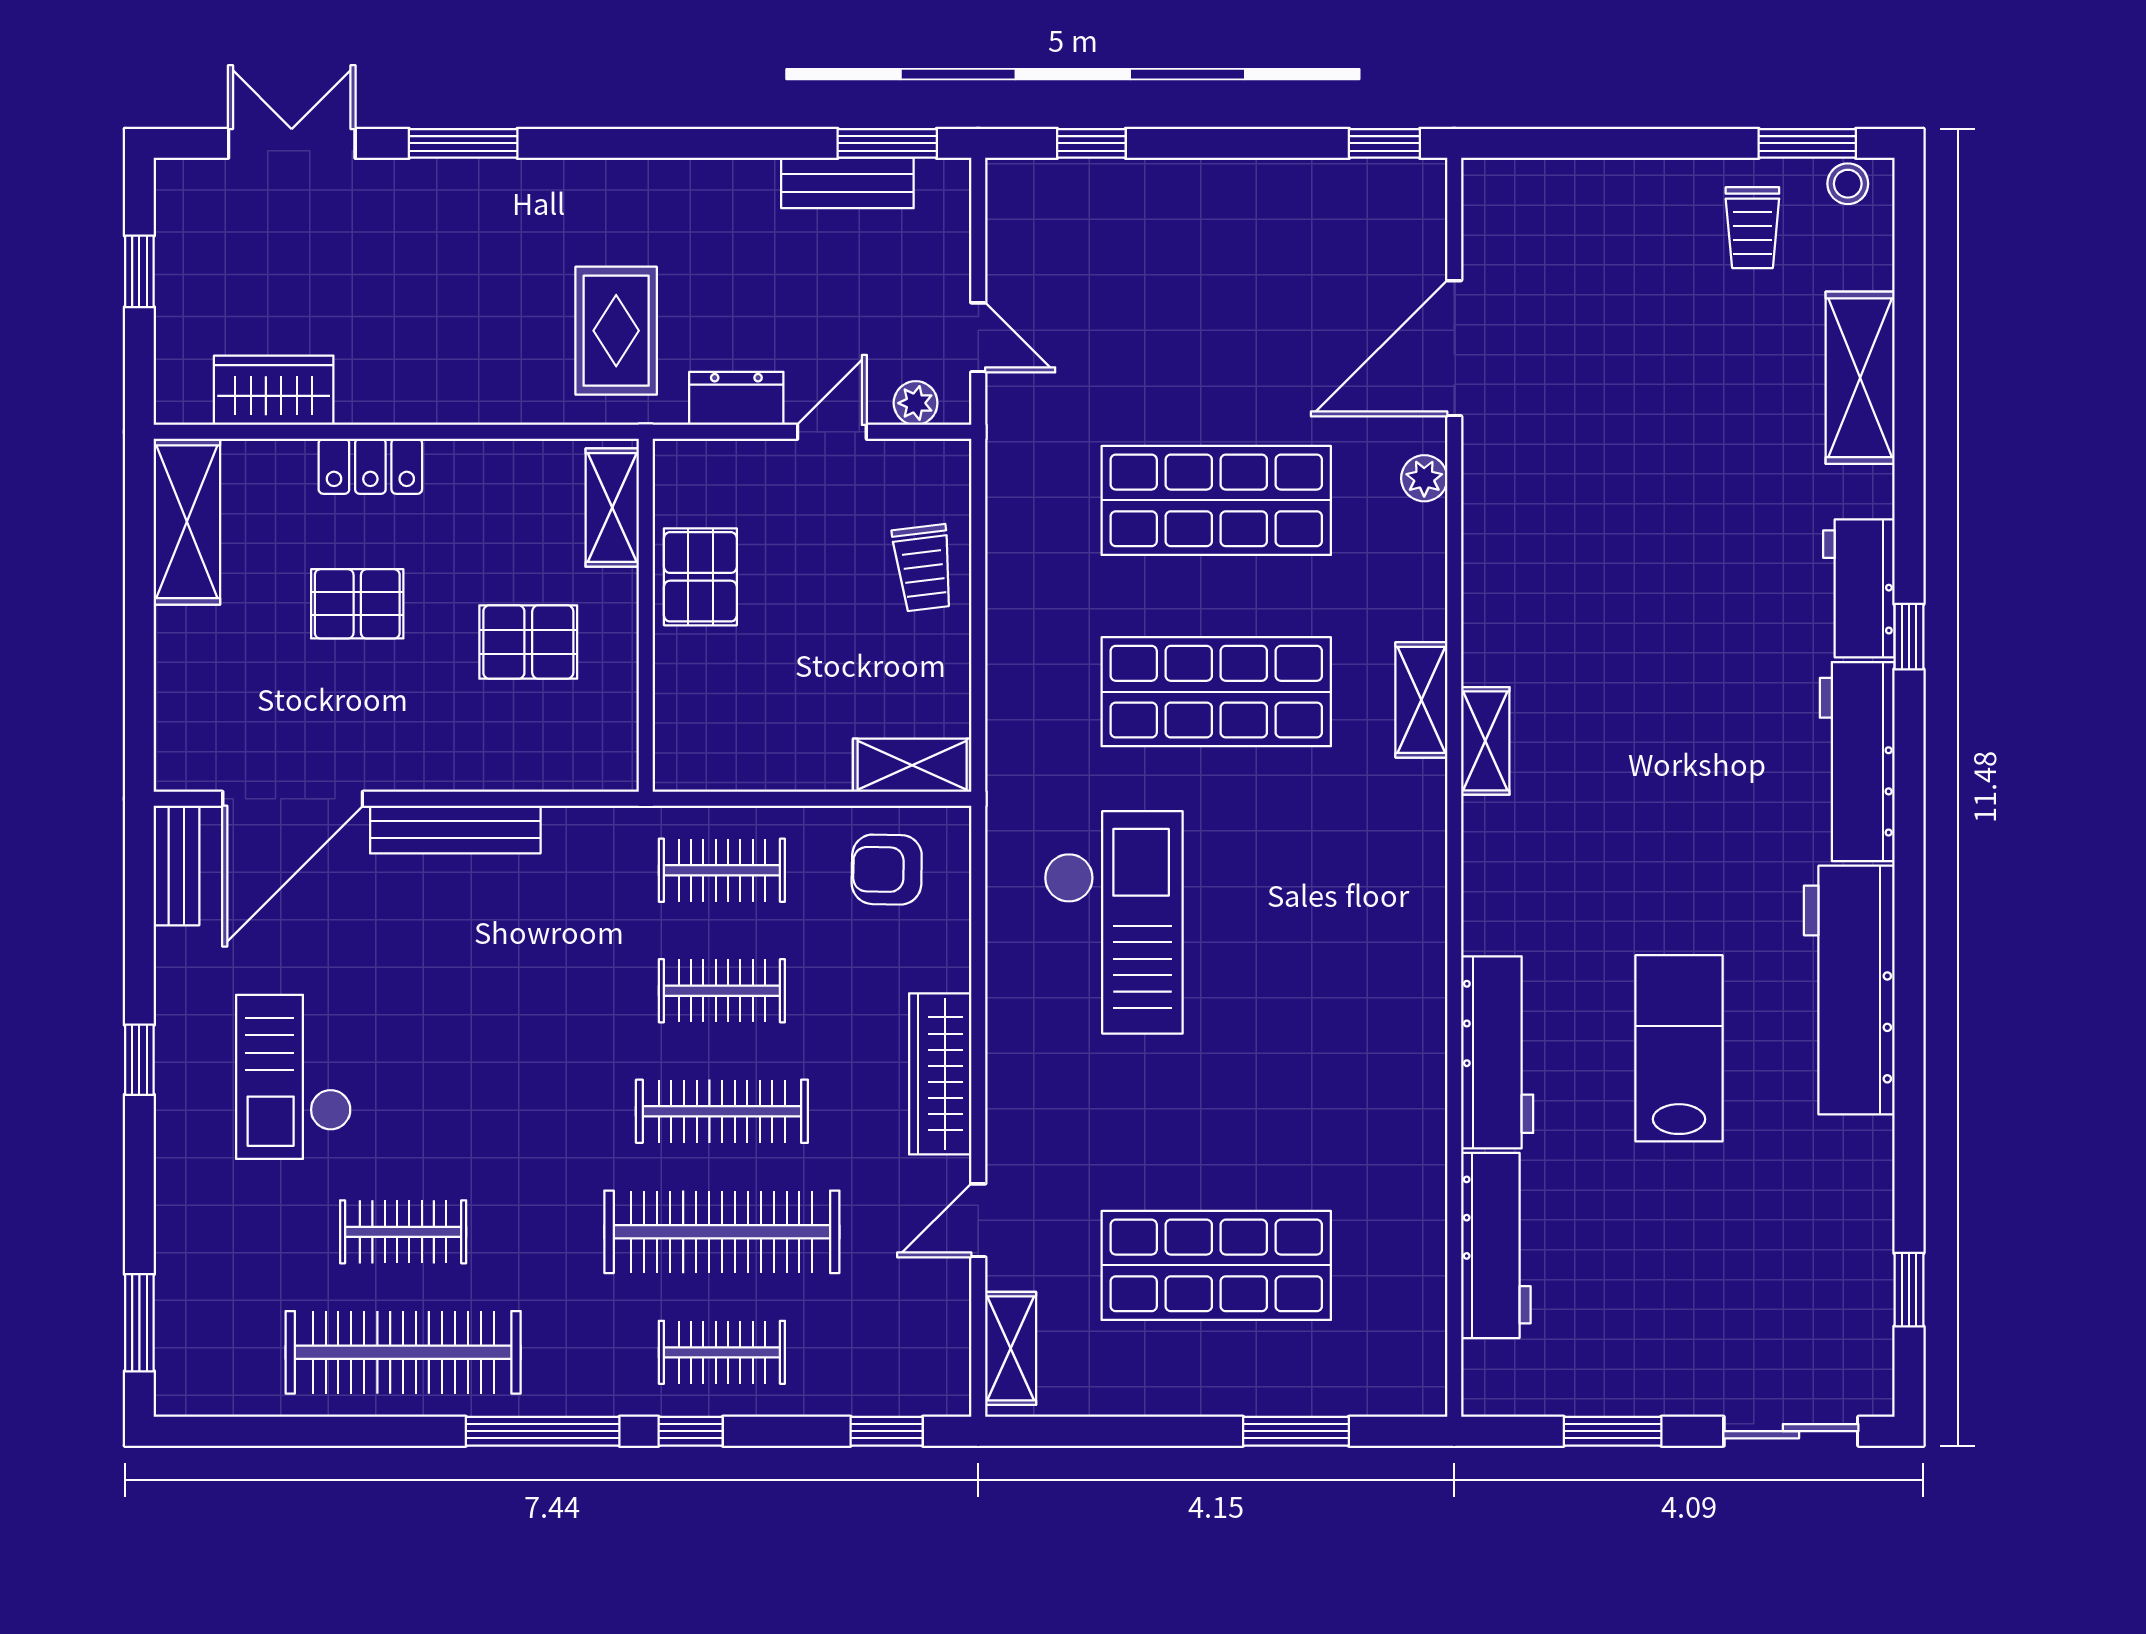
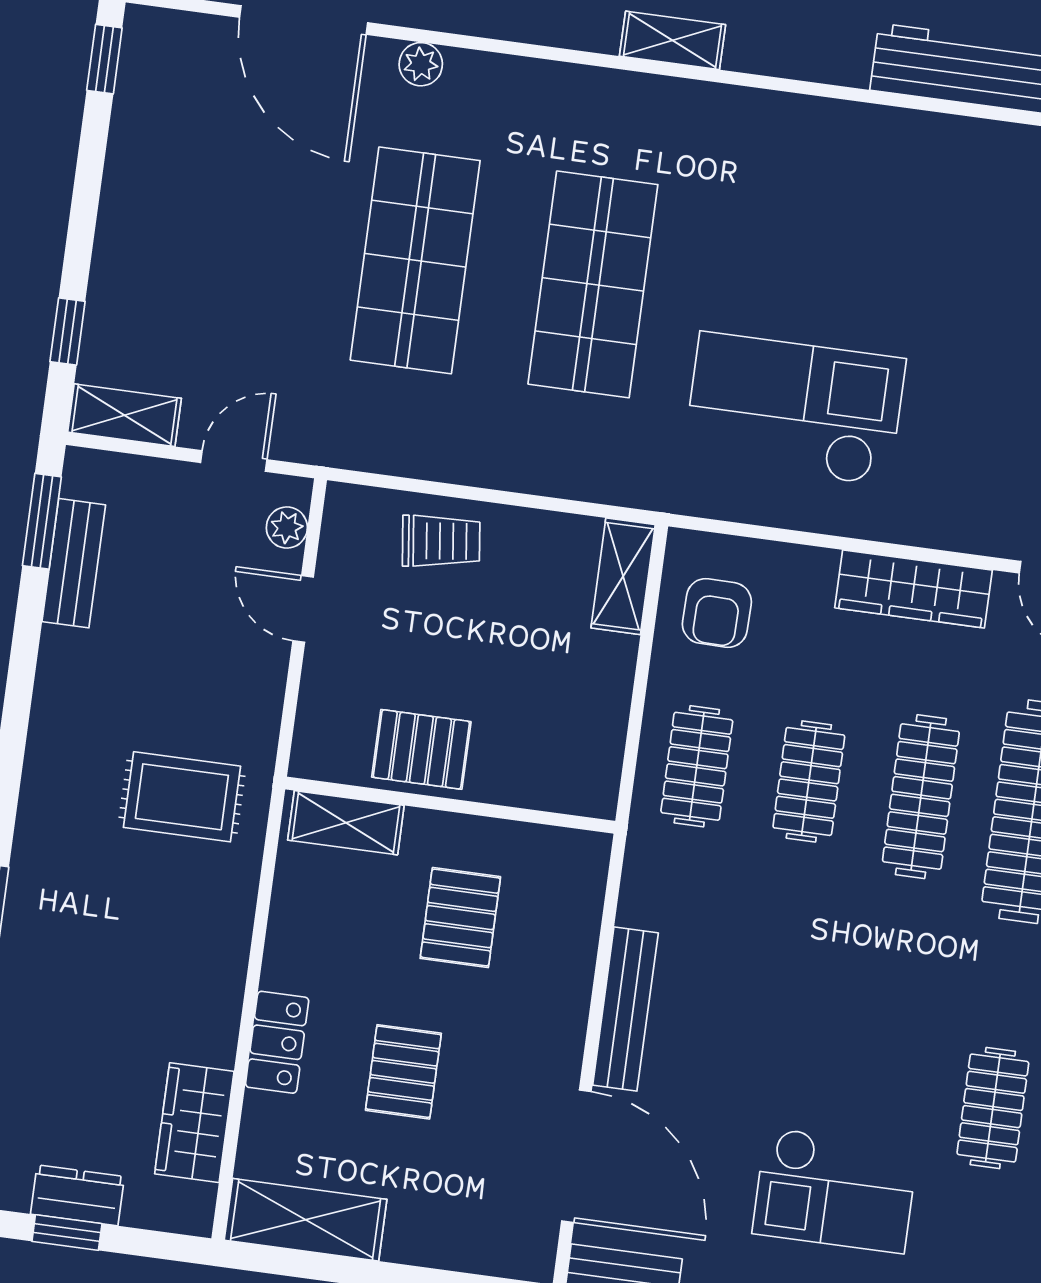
dresser: (736, 398) -> (78, 1195), moved, turned 90
shelving: (1421, 700) -> (124, 415), moved

